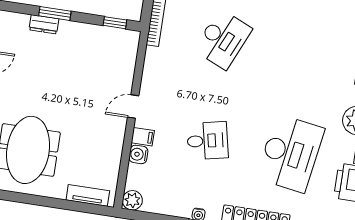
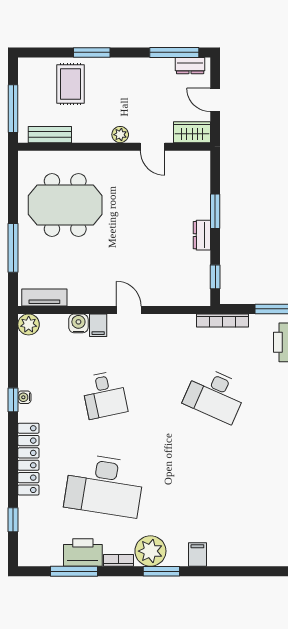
dresser: (44, 24) -> (202, 235), moved
tv unit: (88, 195) -> (44, 297), moved, turned -90
window: (60, 204) -> (13, 248), added

